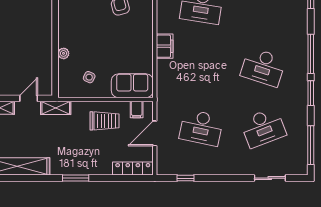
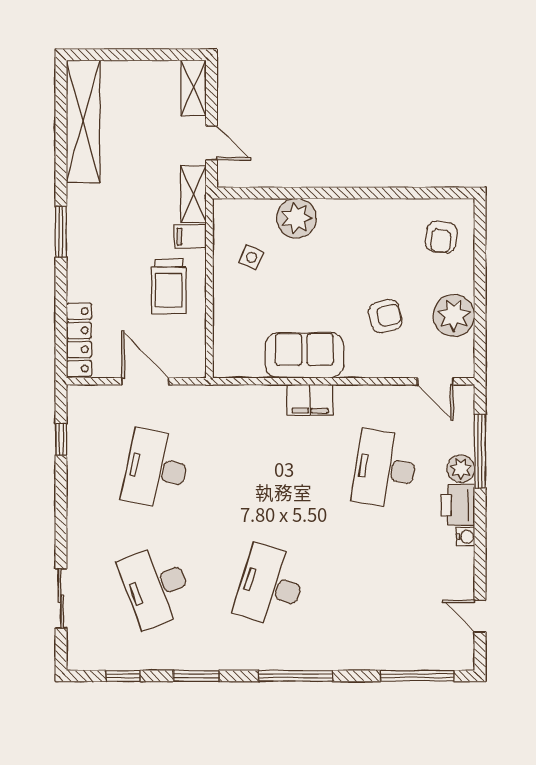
plant: (64, 53) -> (296, 218), width x1.87, depth x1.87
sofa: (132, 86) -> (304, 355), moved, turned -90
window: (311, 93) -> (196, 676), moved
filing cabinet: (137, 110) -> (190, 237), moved
window: (311, 145) -> (123, 676), width x0.46

